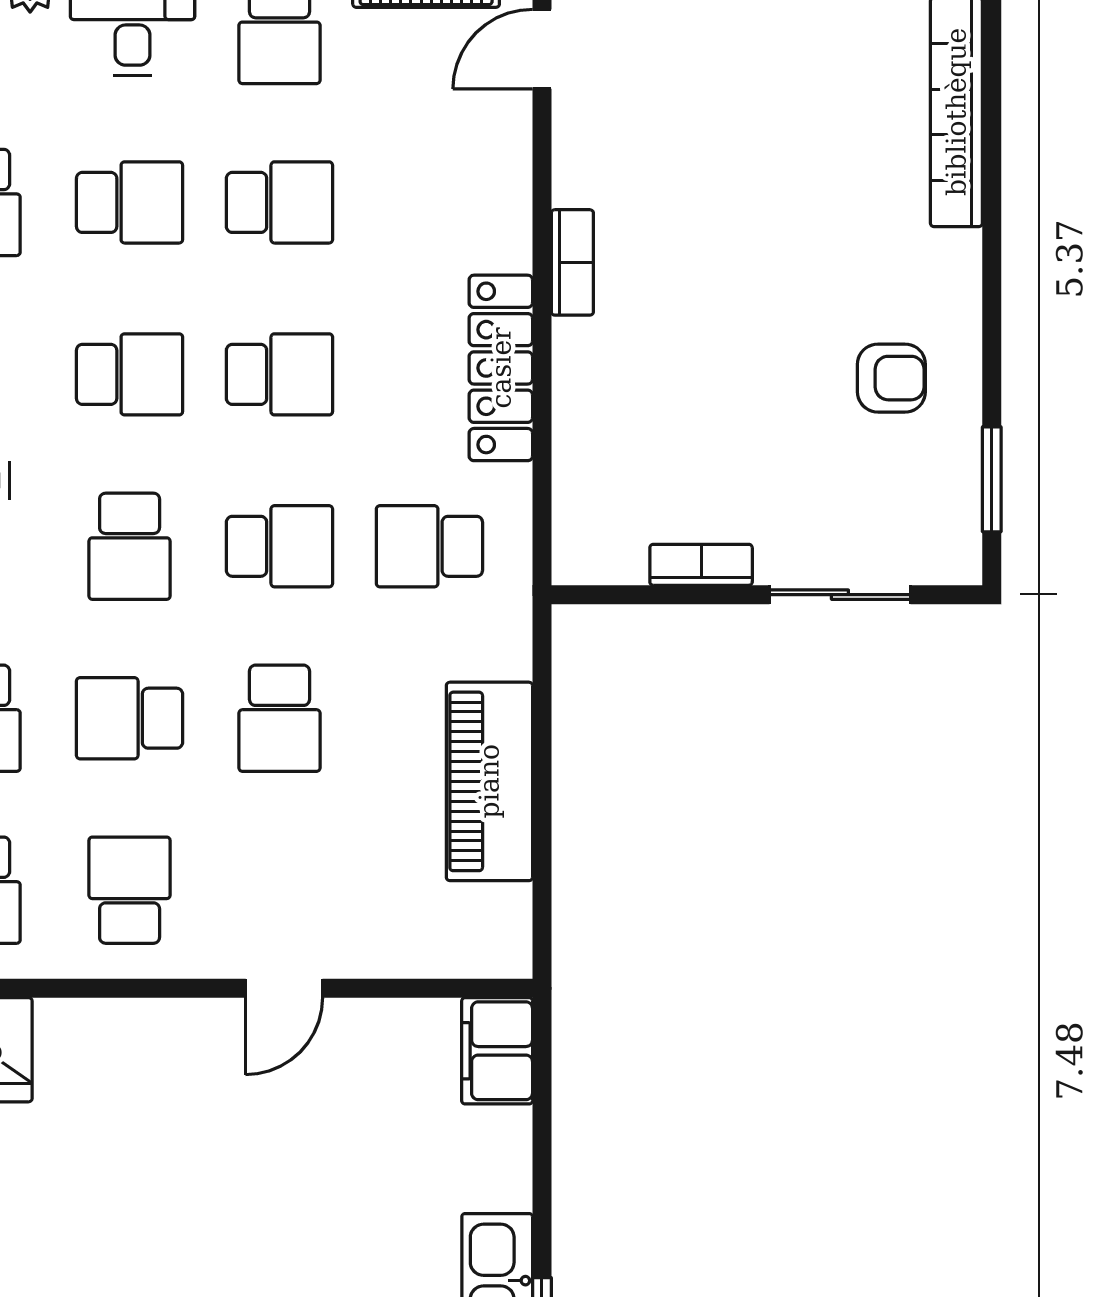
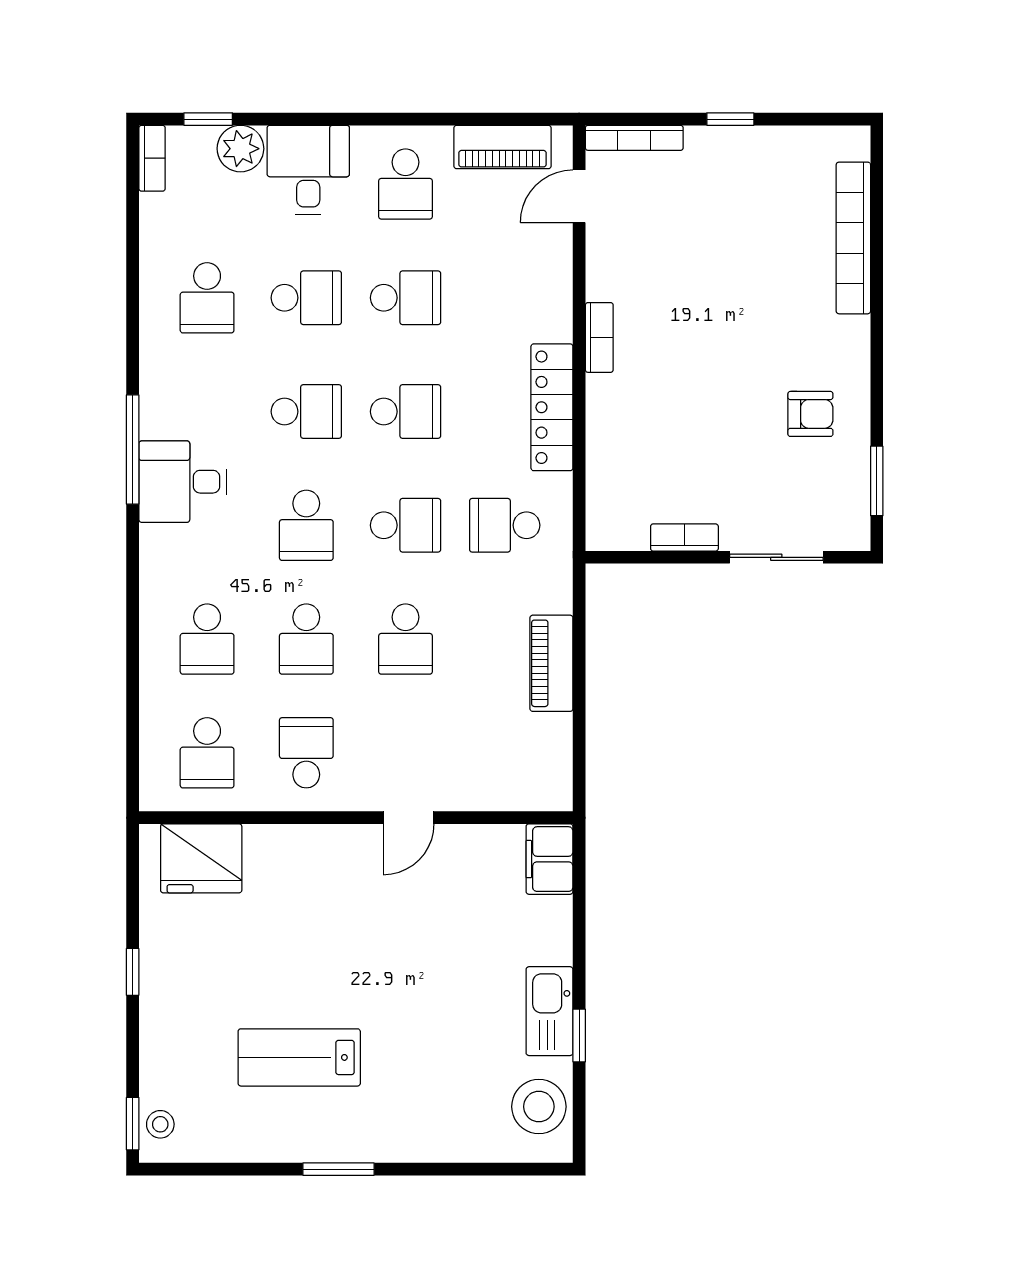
school desk: (130, 718) -> (306, 639), turned -90
piano: (489, 781) -> (551, 663), width x0.73, depth x0.75

